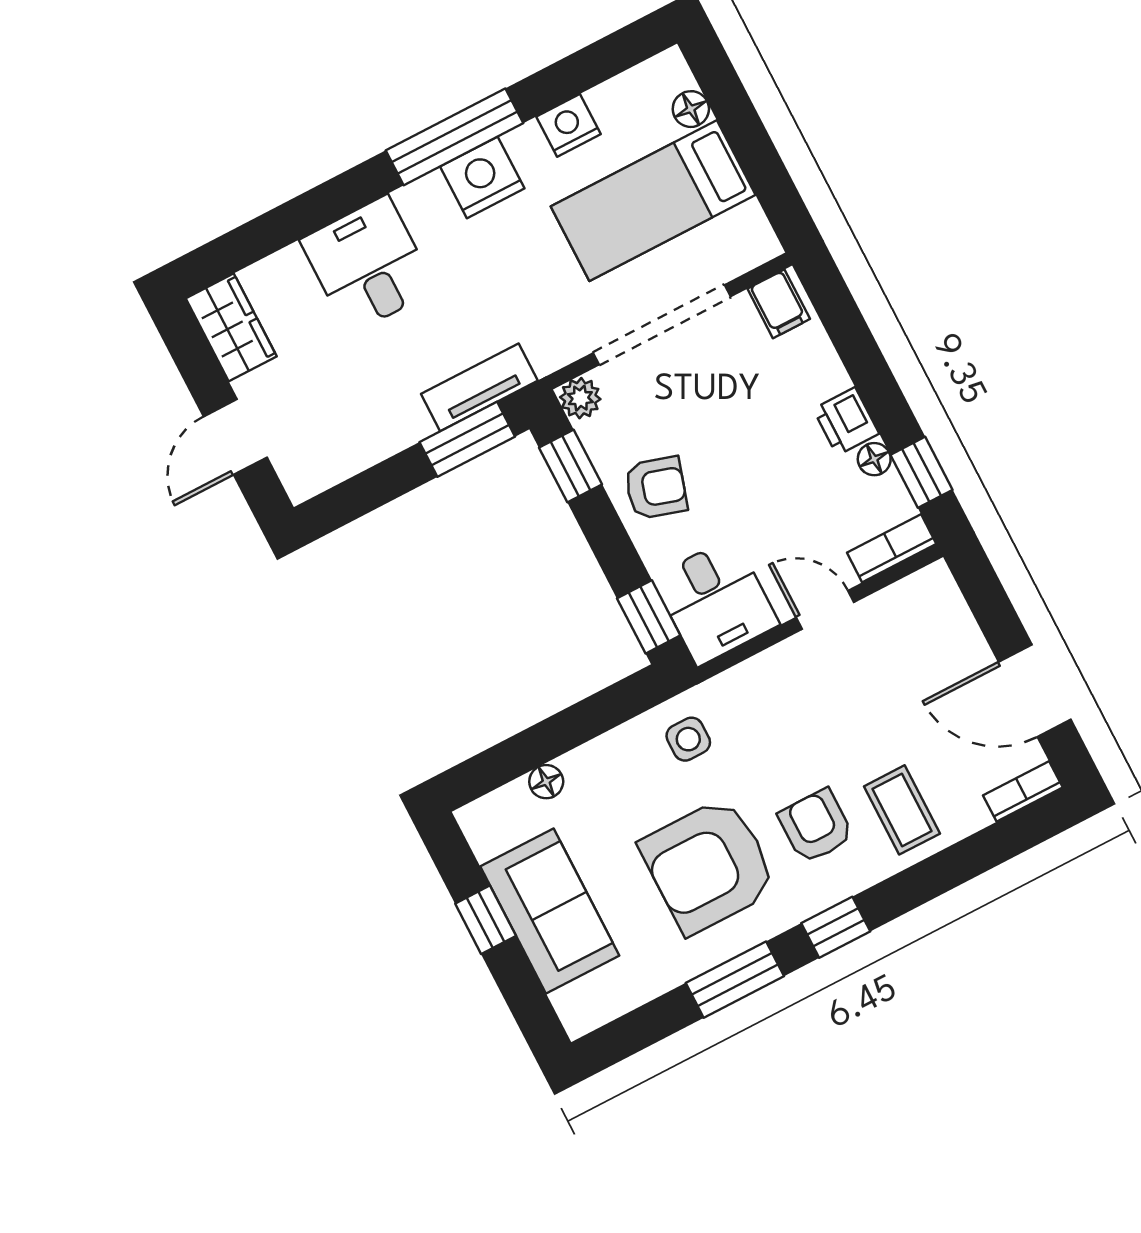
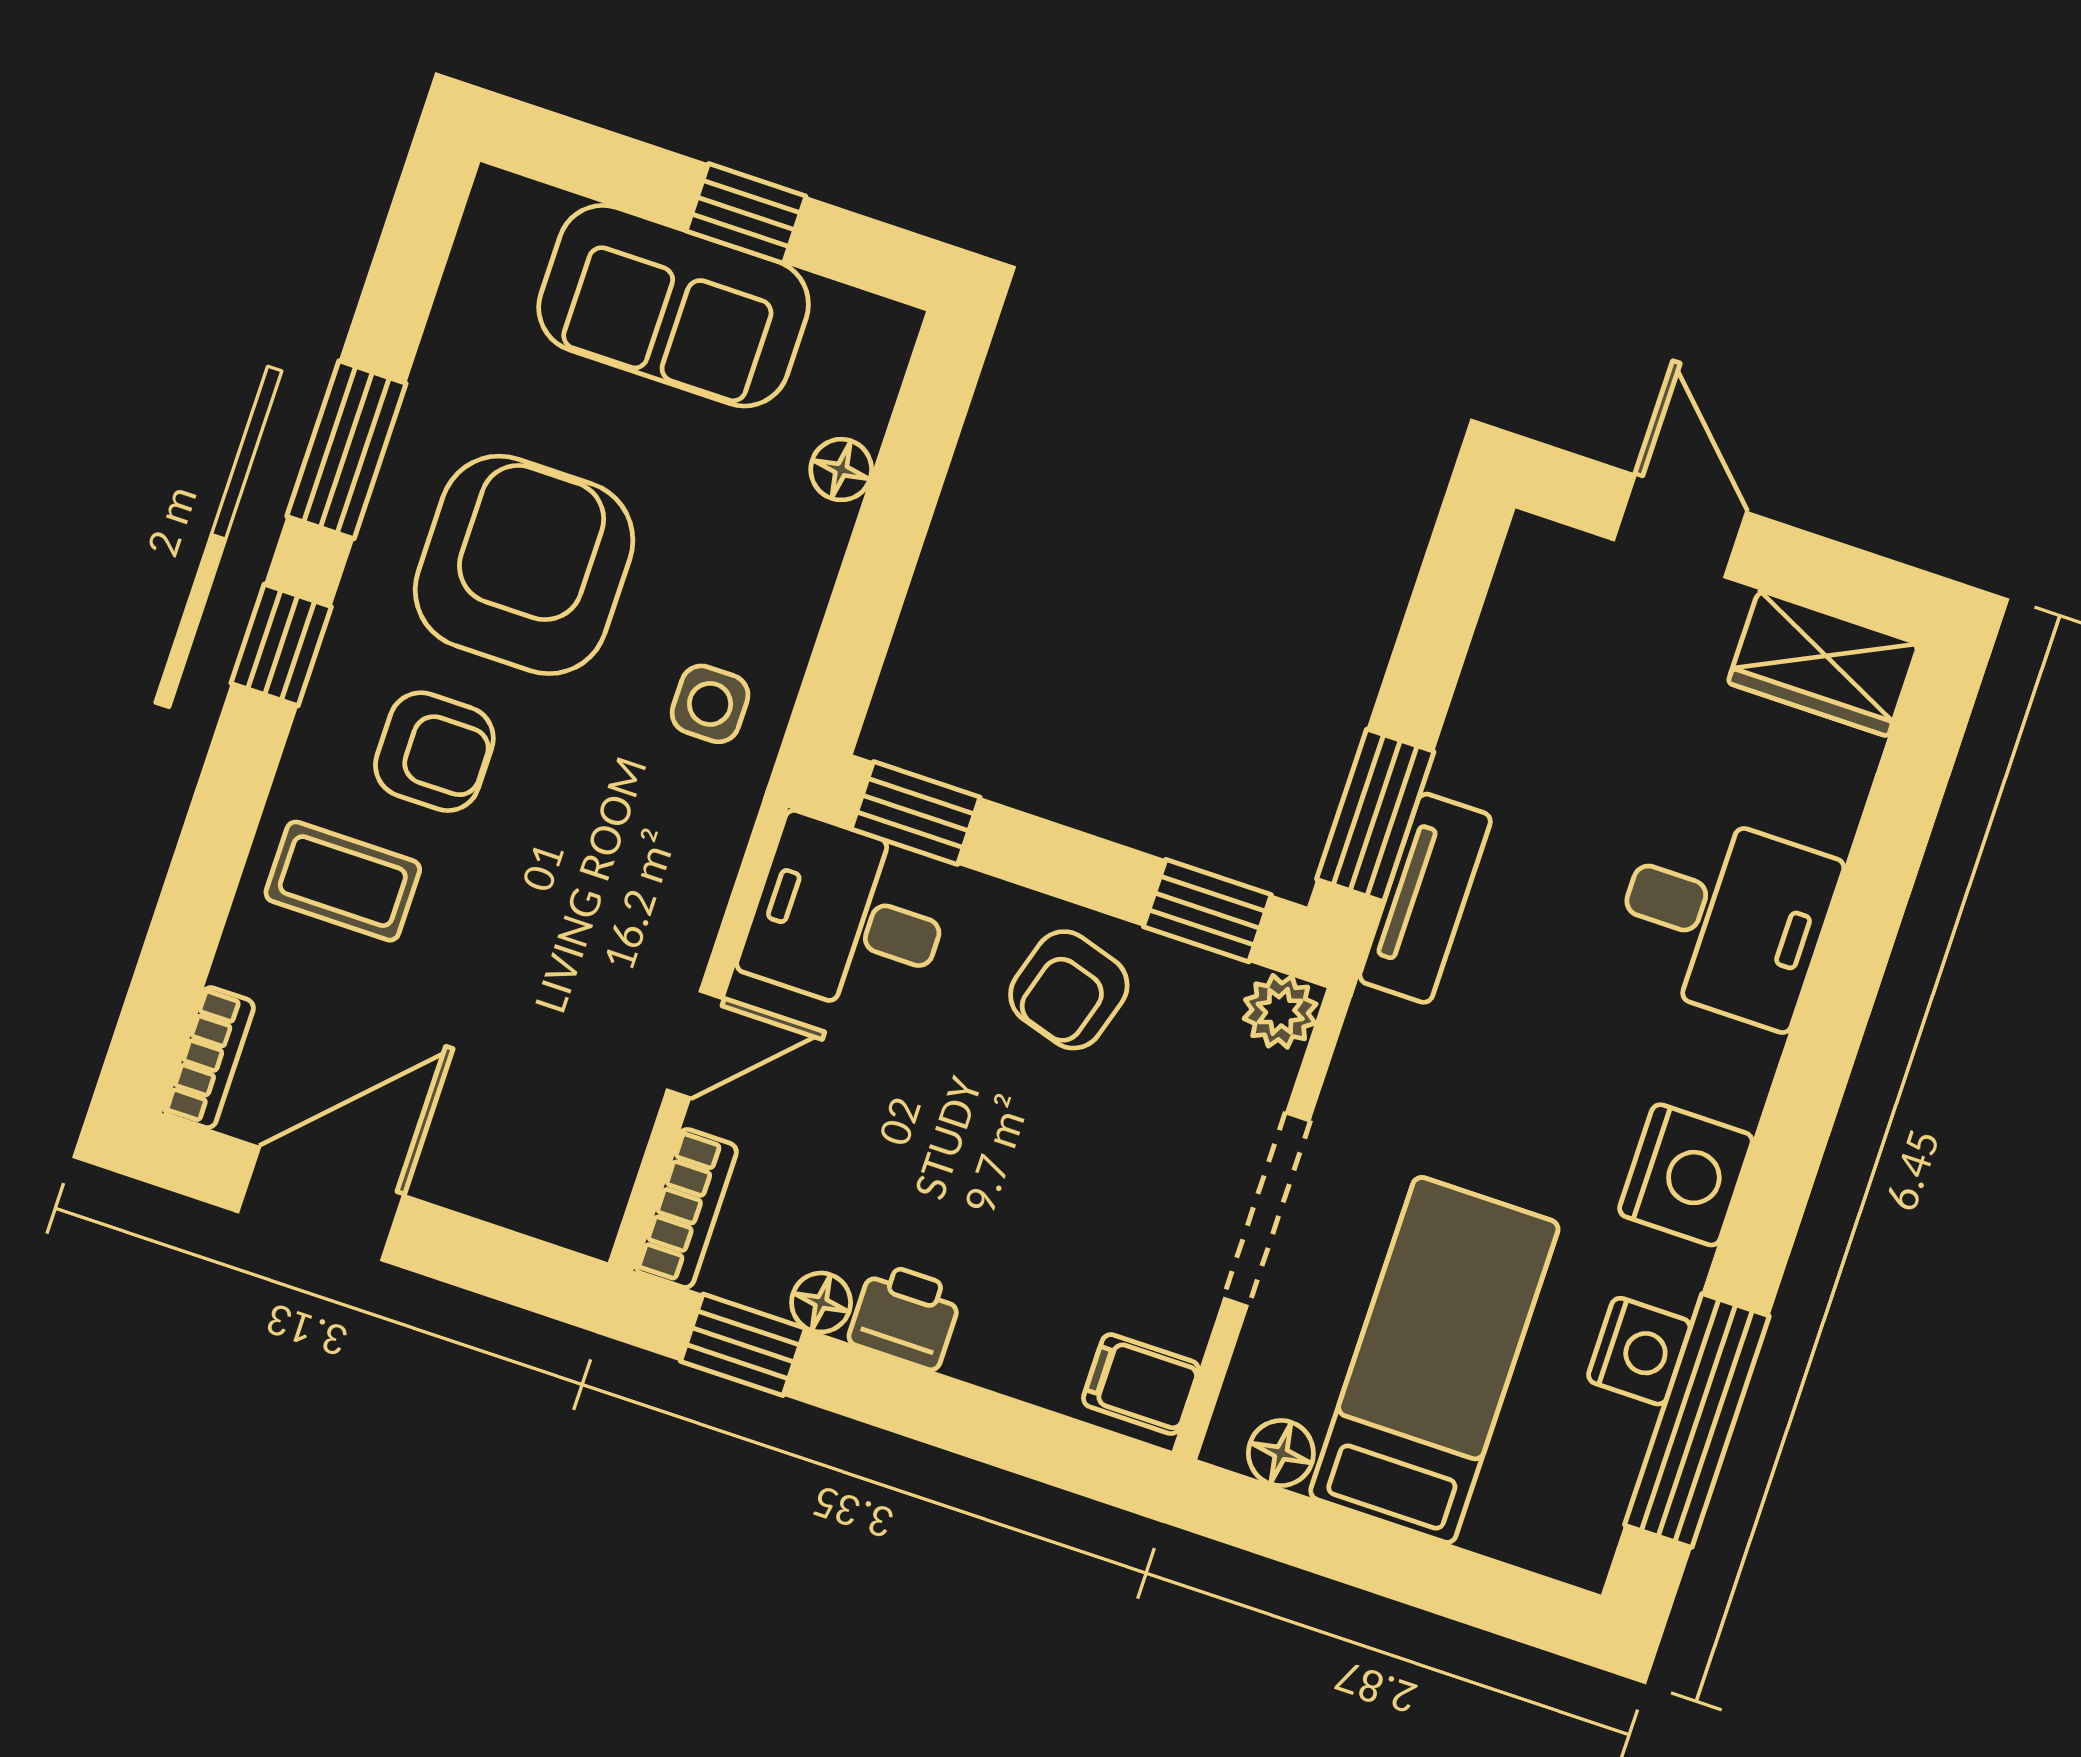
floor lamp: (691, 109) -> (1281, 1453), moved
window: (455, 137) -> (1697, 1420), moved
doorway: (662, 325) -> (1267, 1210), width x0.73

